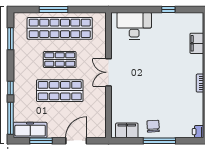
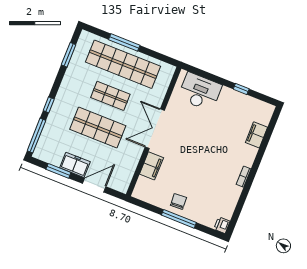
double door: (109, 72) -> (155, 129), width x1.37
freezer: (30, 130) -> (75, 165), moved, width x0.71
filing cabinet: (127, 130) -> (151, 166), moved, turned 90

